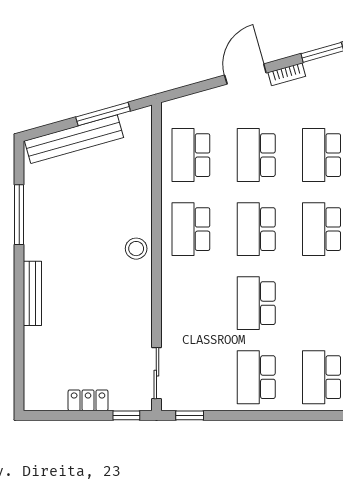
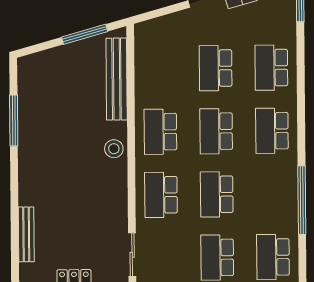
bench: (74, 139) -> (117, 79), moved, turned -74
school desk: (191, 155) -> (161, 195), moved
bench: (32, 293) -> (26, 234), moved

